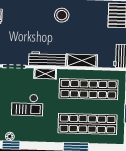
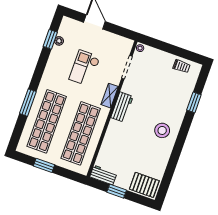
workbench: (47, 59) -> (122, 107), width x0.73
shelving: (82, 61) -> (111, 136), removed

